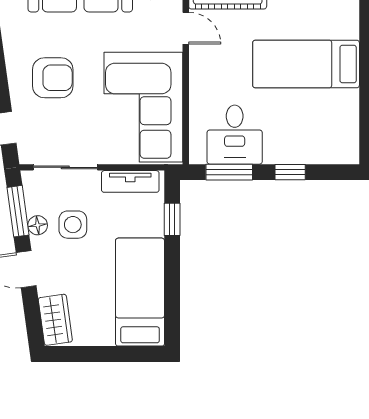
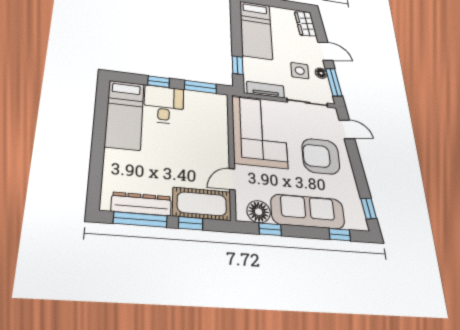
door: (186, 28) -> (232, 179), hinge flipped
bed: (306, 64) -> (125, 115), moved, turned 90
armchair: (53, 78) -> (321, 156), width x1.36, depth x1.36
desk: (235, 135) -> (164, 105), moved

